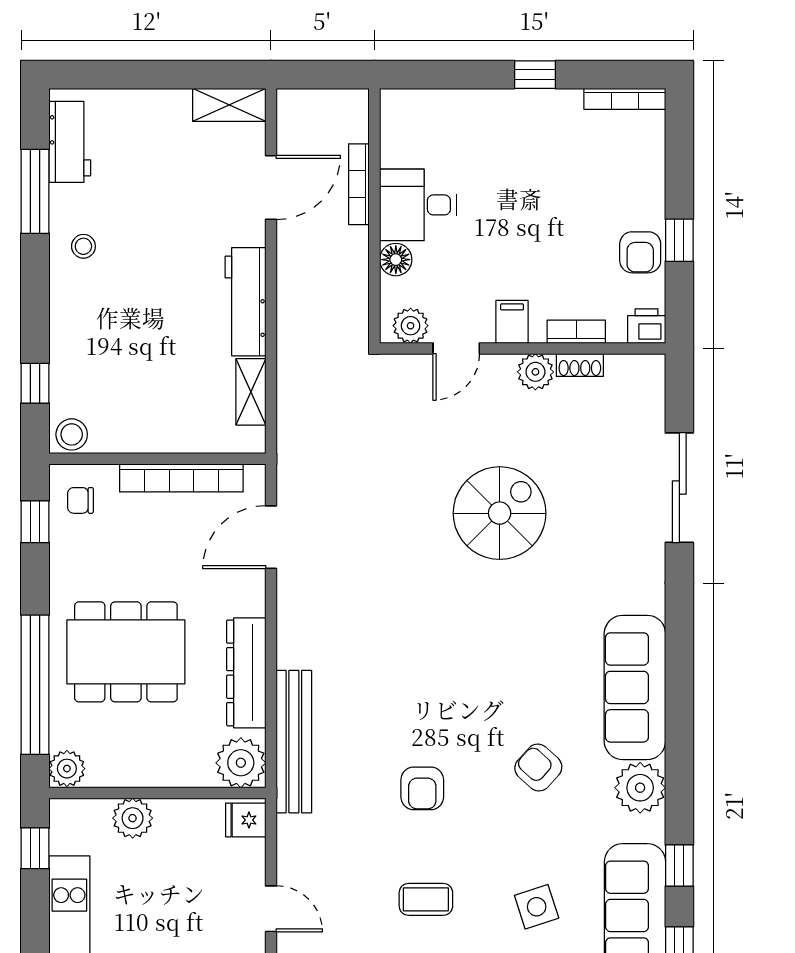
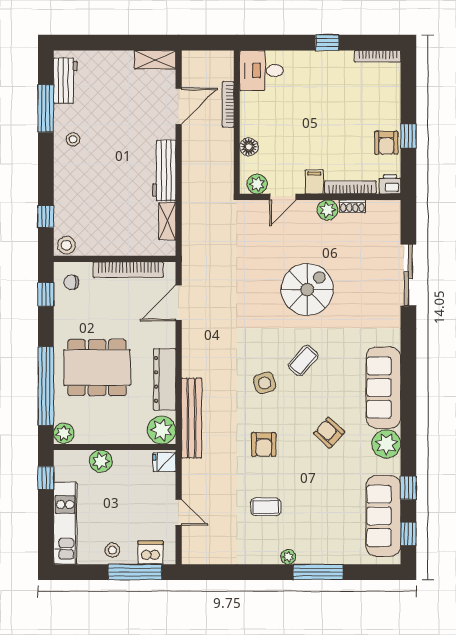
desk: (418, 205) -> (261, 71), moved
bookcase: (576, 332) -> (350, 187), width x1.56
coffee table: (492, 639) -> (303, 361), added
side table: (537, 907) -> (265, 383), moved

